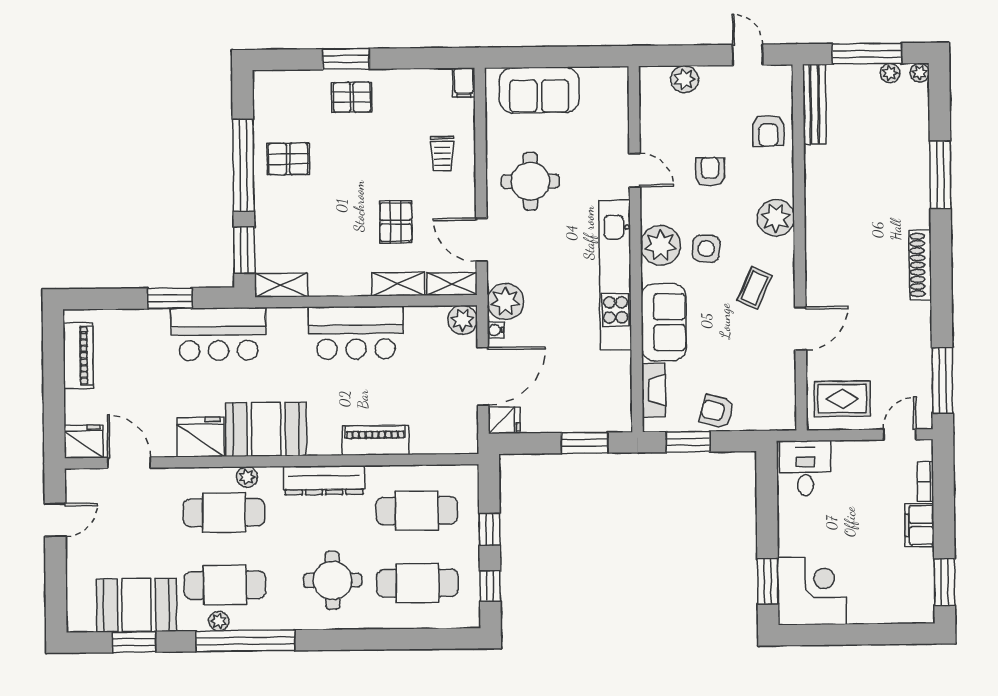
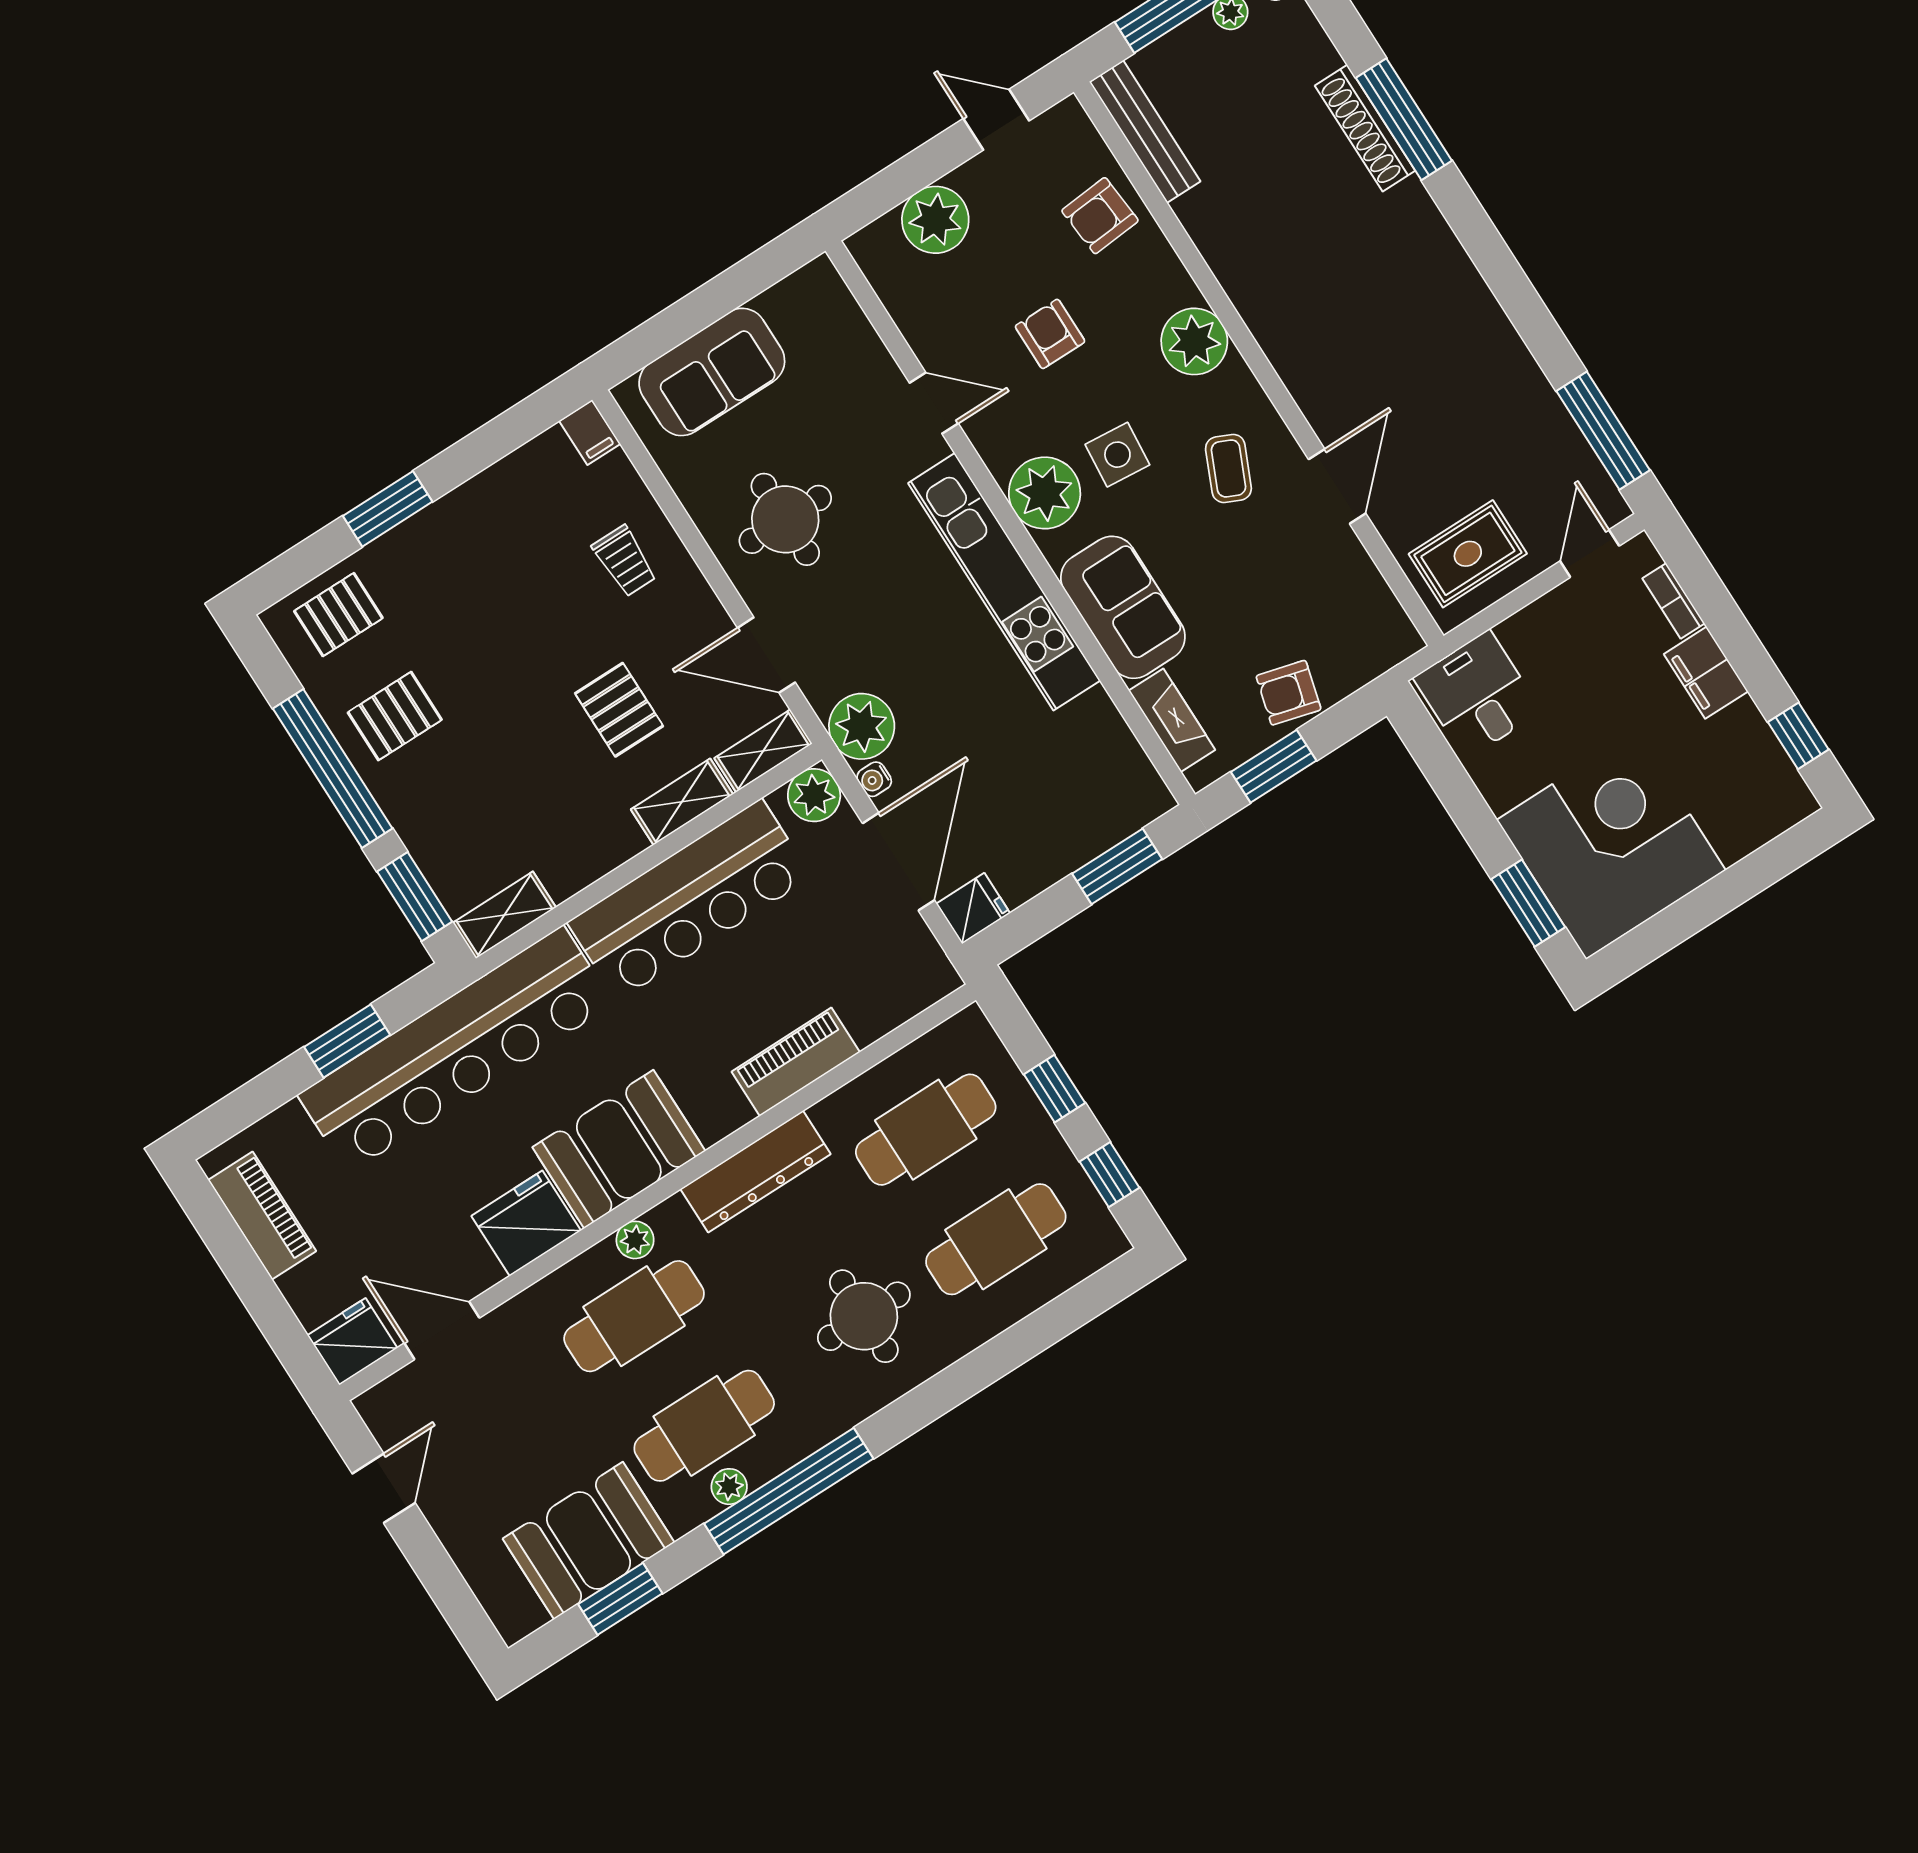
plant: (684, 79) -> (935, 220), width x1.36, depth x1.36
pallet: (352, 97) -> (338, 615), moved
armchair: (768, 131) -> (1100, 216), turned 85
shoe rack: (920, 265) -> (1365, 128), moved
bar counter: (356, 333) -> (689, 900), width x1.36
bar counter: (218, 334) -> (455, 1049), width x1.86
window: (945, 582) -> (1798, 736), width x0.67
corner desk: (812, 591) -> (1611, 845), width x1.36, depth x1.36

